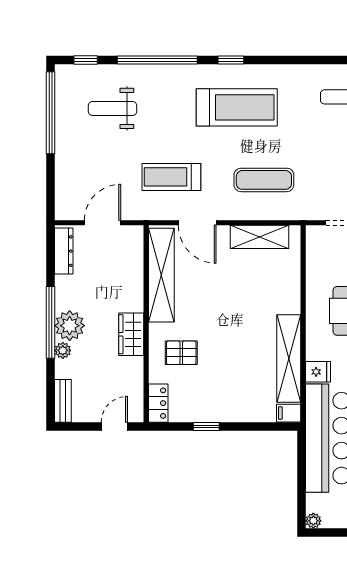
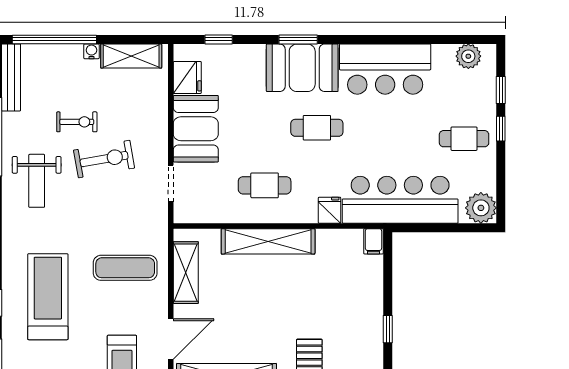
exercise mat: (264, 180) -> (125, 268), turned 90
shelving: (289, 359) -> (268, 241), moved
plant: (313, 521) -> (481, 208), width x1.88, depth x1.88

